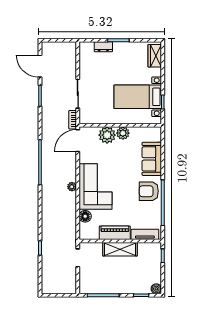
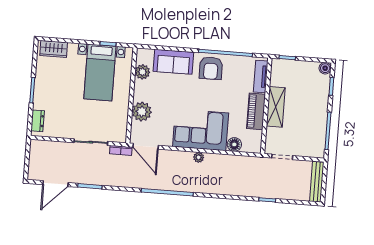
dresser: (103, 47) -> (38, 121), moved
plant: (123, 133) -> (142, 72), moved
bench: (59, 289) -> (317, 182), added

